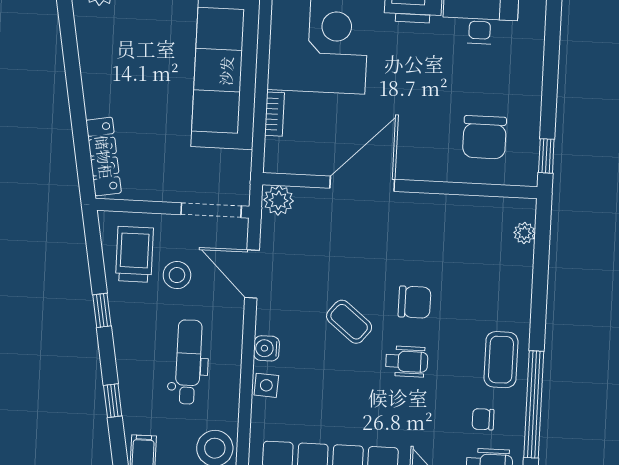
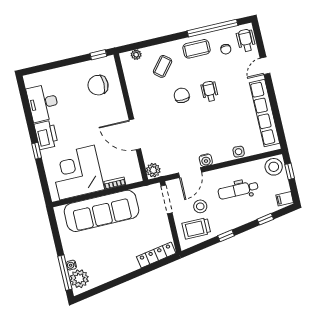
chair: (484, 137) -> (98, 85), turned 180
coffee table: (349, 322) -> (163, 66), moved
water cooler: (266, 348) -> (206, 160), moved

